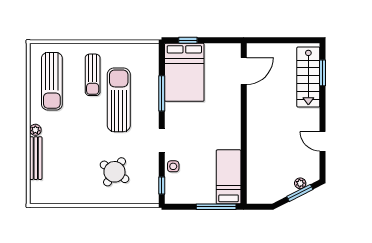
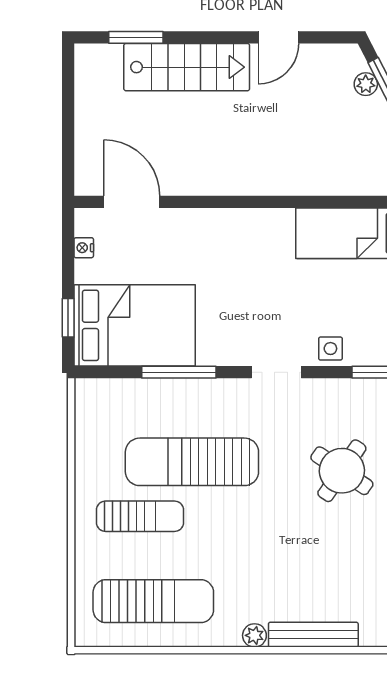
nightstand: (222, 48) -> (84, 248), added
stairs: (308, 77) -> (187, 67), moved

